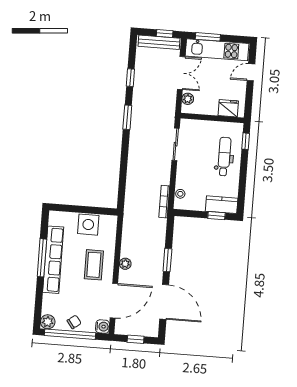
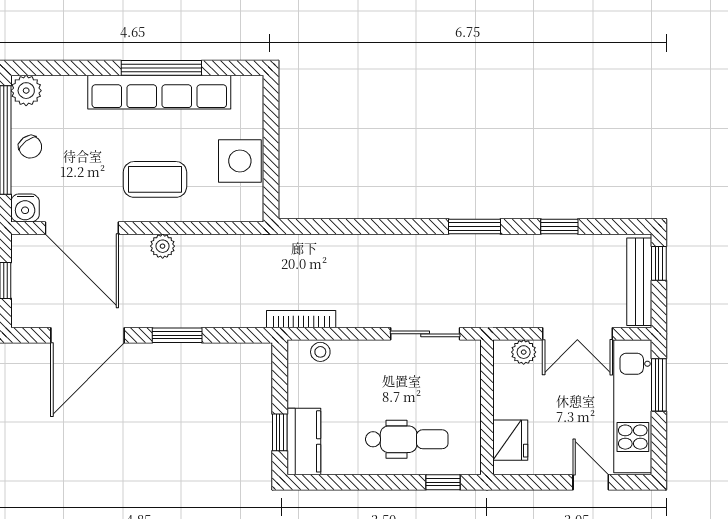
window: (165, 34) -> (659, 263), moved

